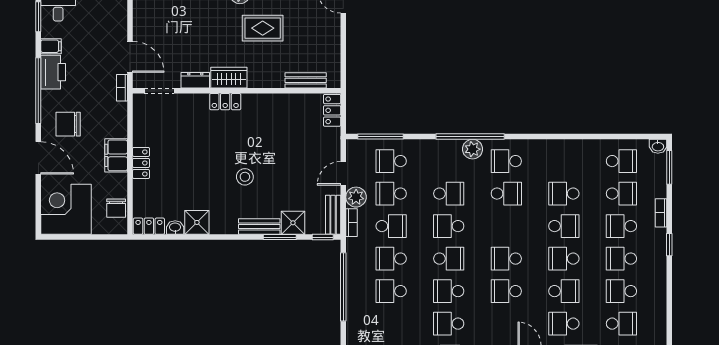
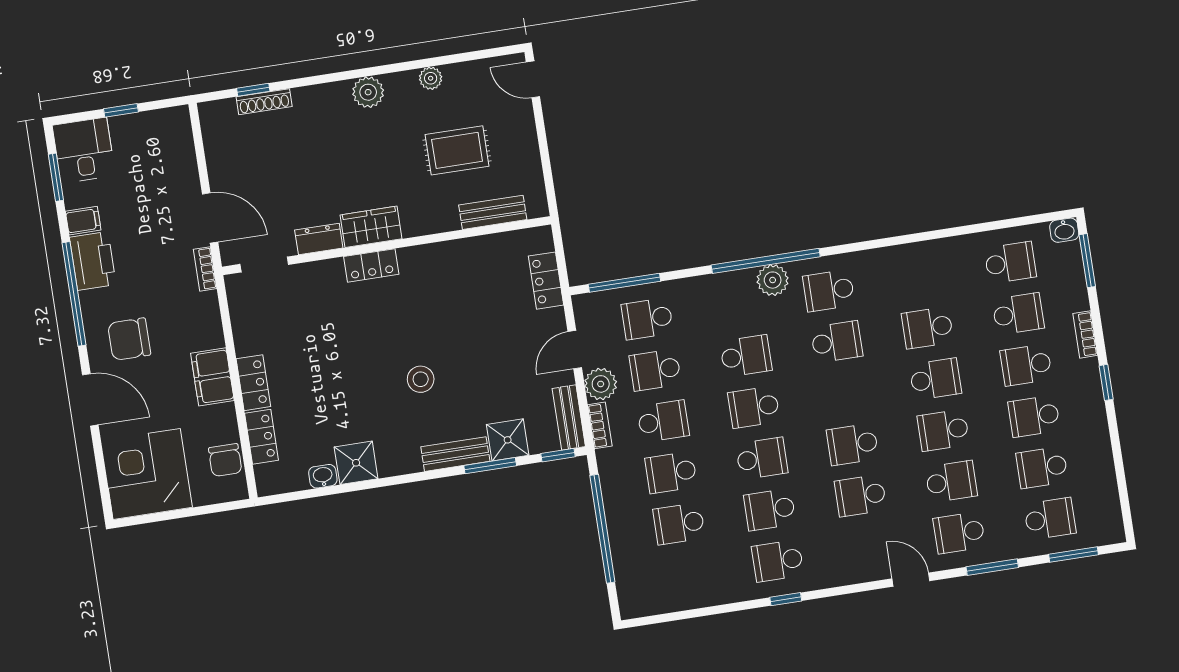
rug: (263, 28) -> (457, 150), moved
locker: (332, 110) -> (546, 281), moved
locker: (149, 226) -> (262, 437), moved, turned 90

